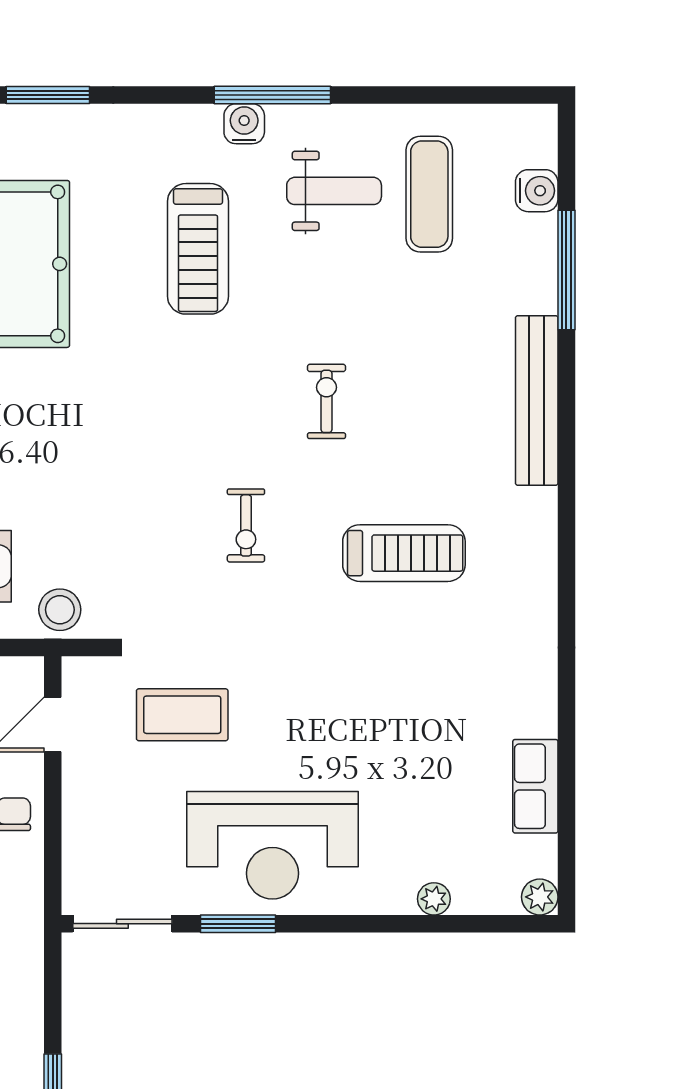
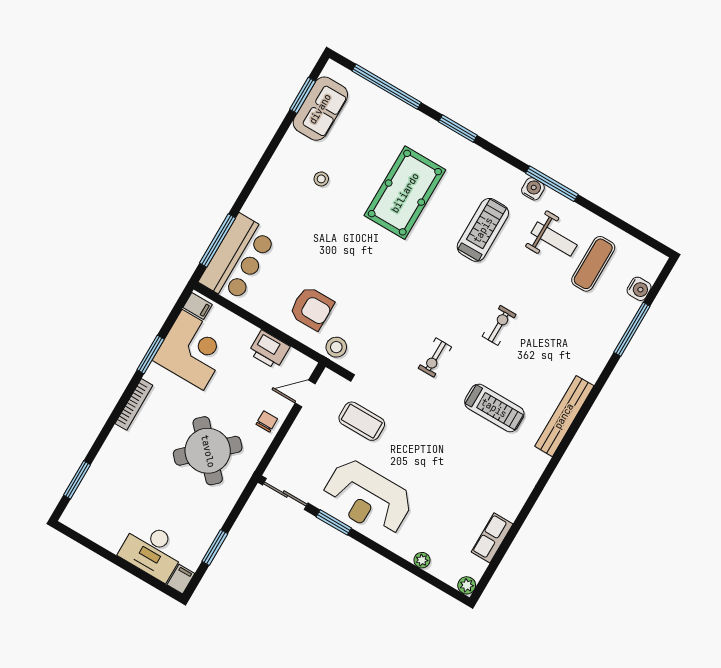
treadmill: (198, 249) -> (483, 230), turned 180
bench: (537, 401) -> (564, 416), moved

